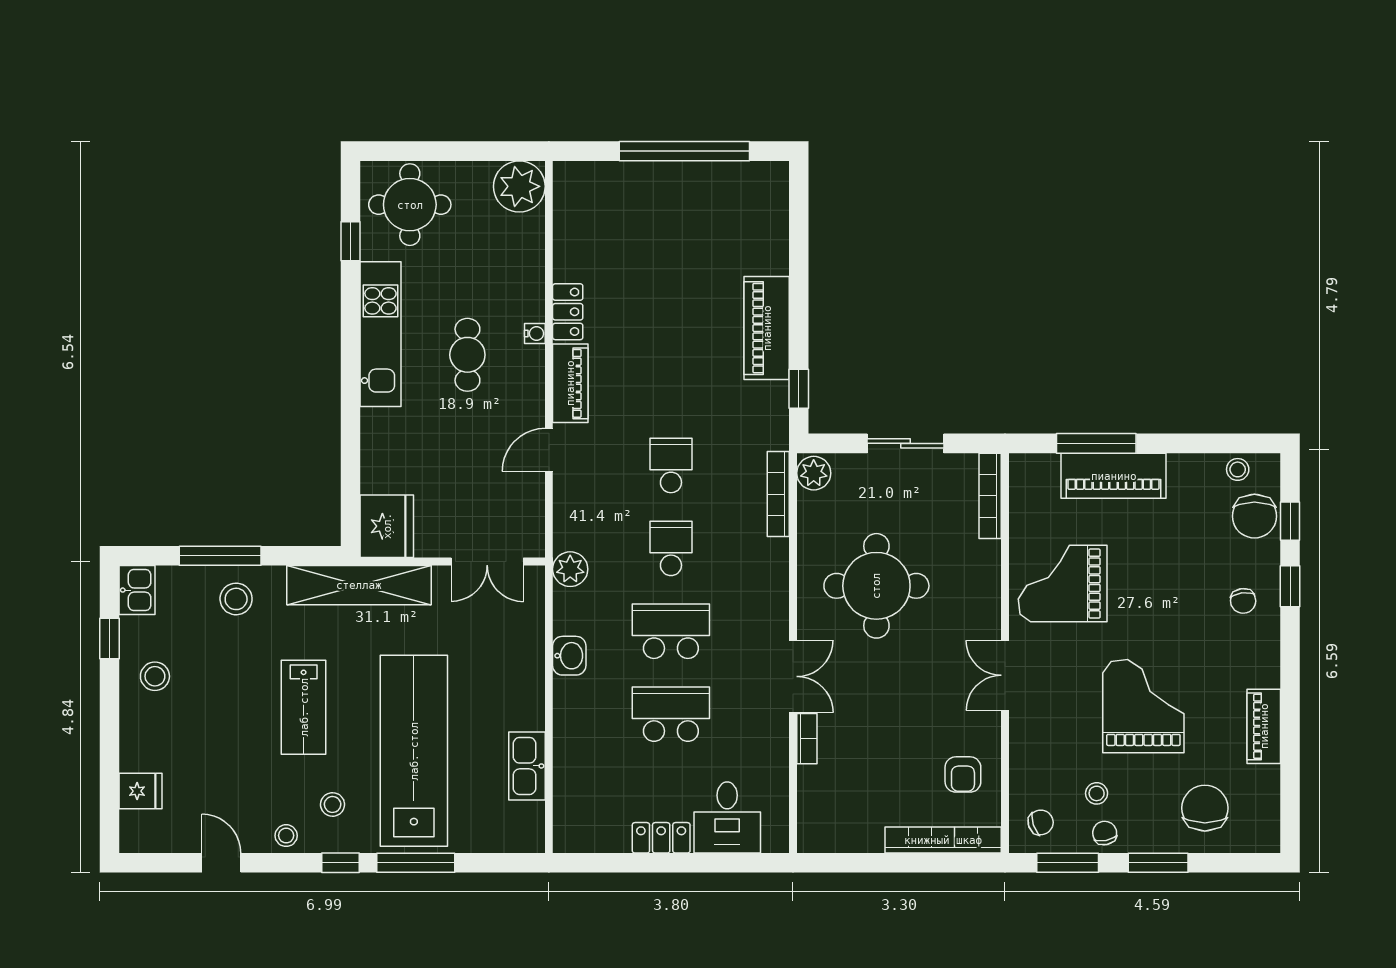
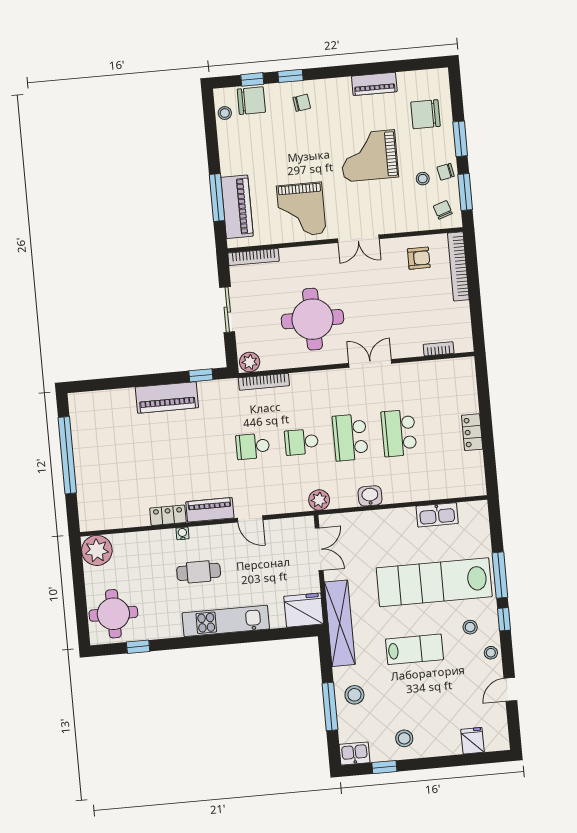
kitchen unit: (380, 334) -> (226, 621), moved
piano: (1114, 476) -> (237, 207), moved
bookcase: (807, 739) -> (439, 349), moved
desk: (727, 817) -> (457, 394), removed

